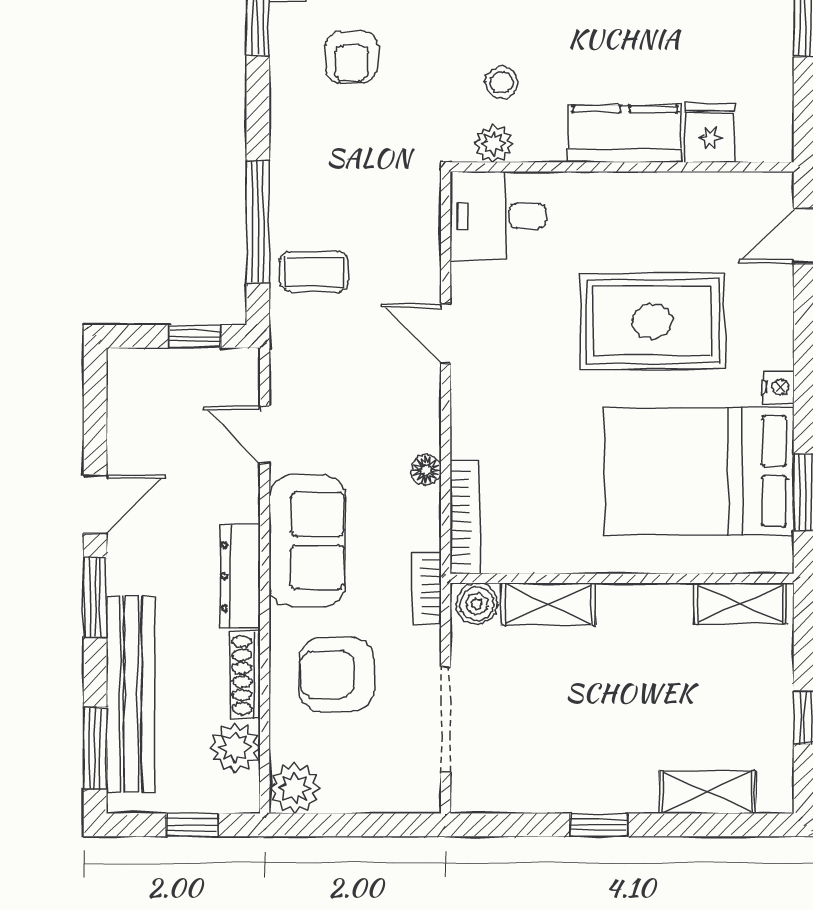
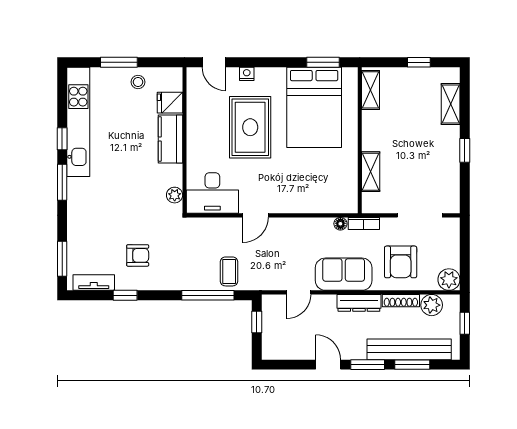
stool: (502, 82) -> (138, 82), moved
desk: (498, 216) -> (212, 193), width x1.37
nightstand: (778, 387) -> (247, 74), moved
floor lamp: (426, 470) -> (340, 224), moved
bookcase: (465, 517) -> (334, 207), removed
boiler: (477, 604) -> (370, 202), removed
window: (95, 748) -> (412, 365), moved

